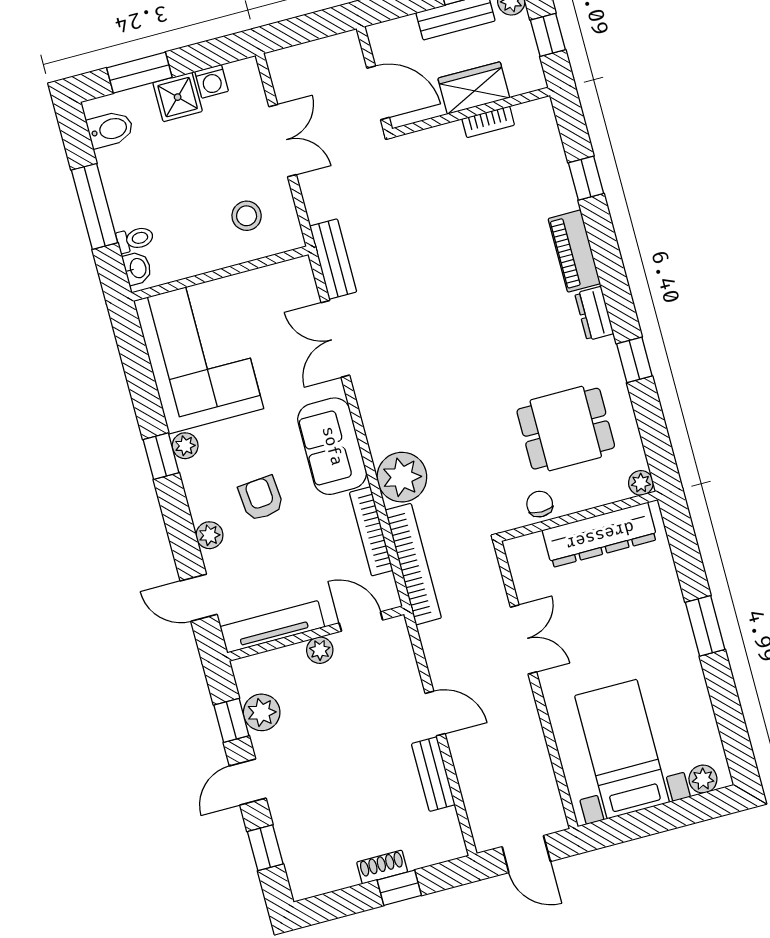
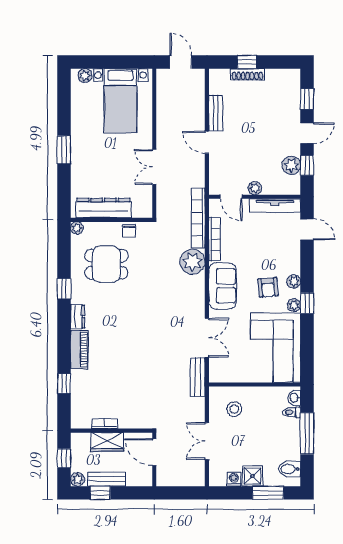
armchair: (261, 498) -> (268, 287), moved
plant: (209, 535) -> (294, 281), moved
shoe rack: (382, 867) -> (248, 74), width x1.43

